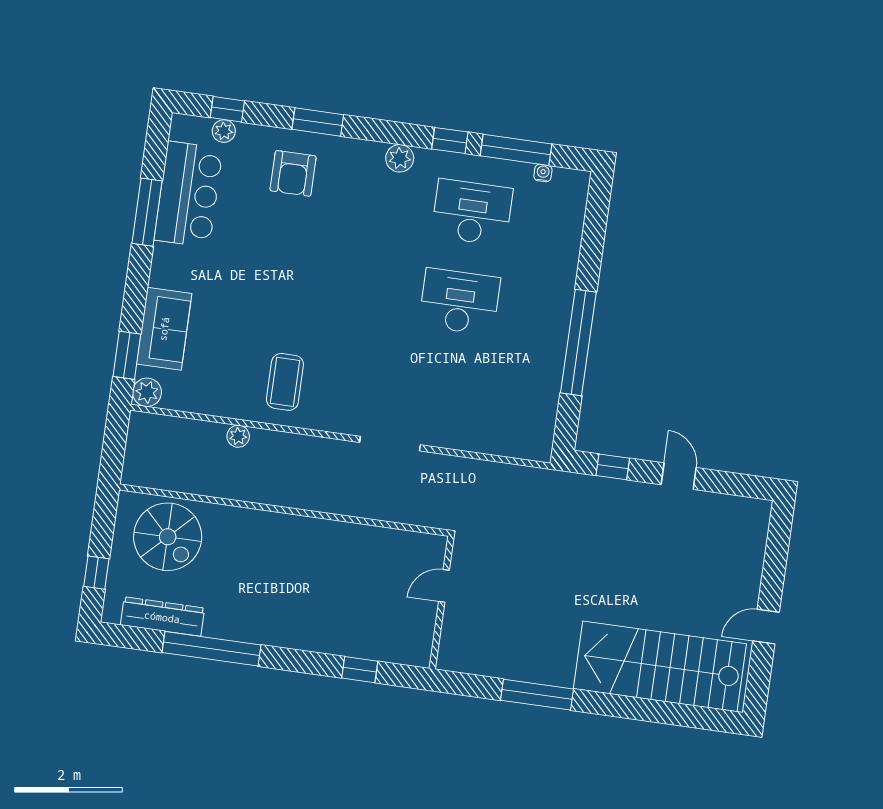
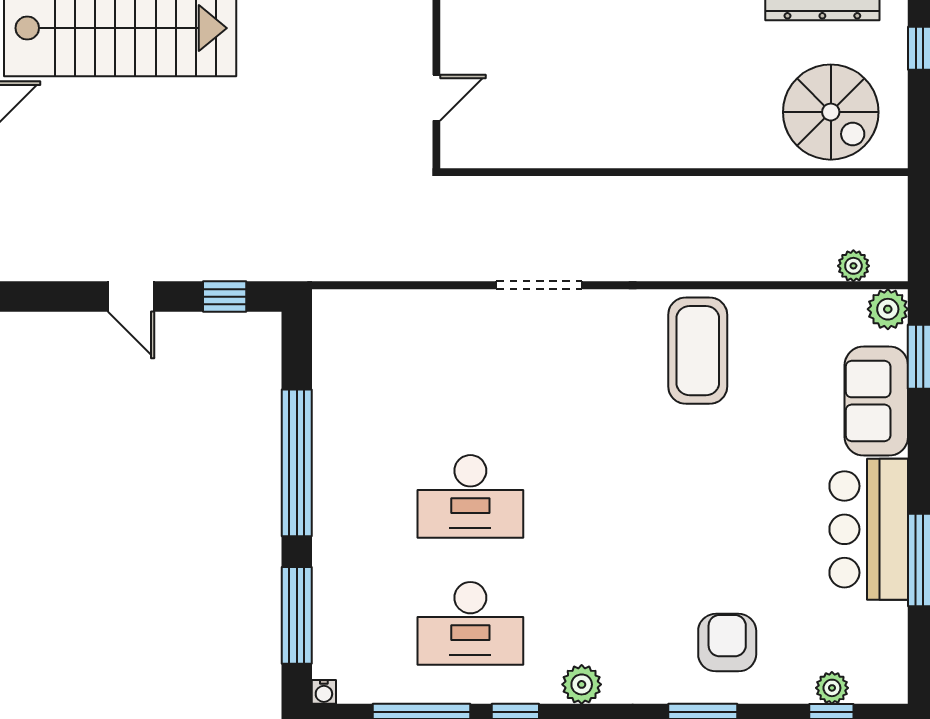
water cooler: (543, 173) -> (324, 692), moved
bar counter: (189, 194) -> (869, 529), moved
window: (593, 235) -> (297, 615), added
coffee table: (285, 382) -> (698, 351), width x1.36, depth x1.32
plant: (238, 436) -> (853, 266), moved
spiral stairs: (168, 537) -> (831, 112), turned 180

